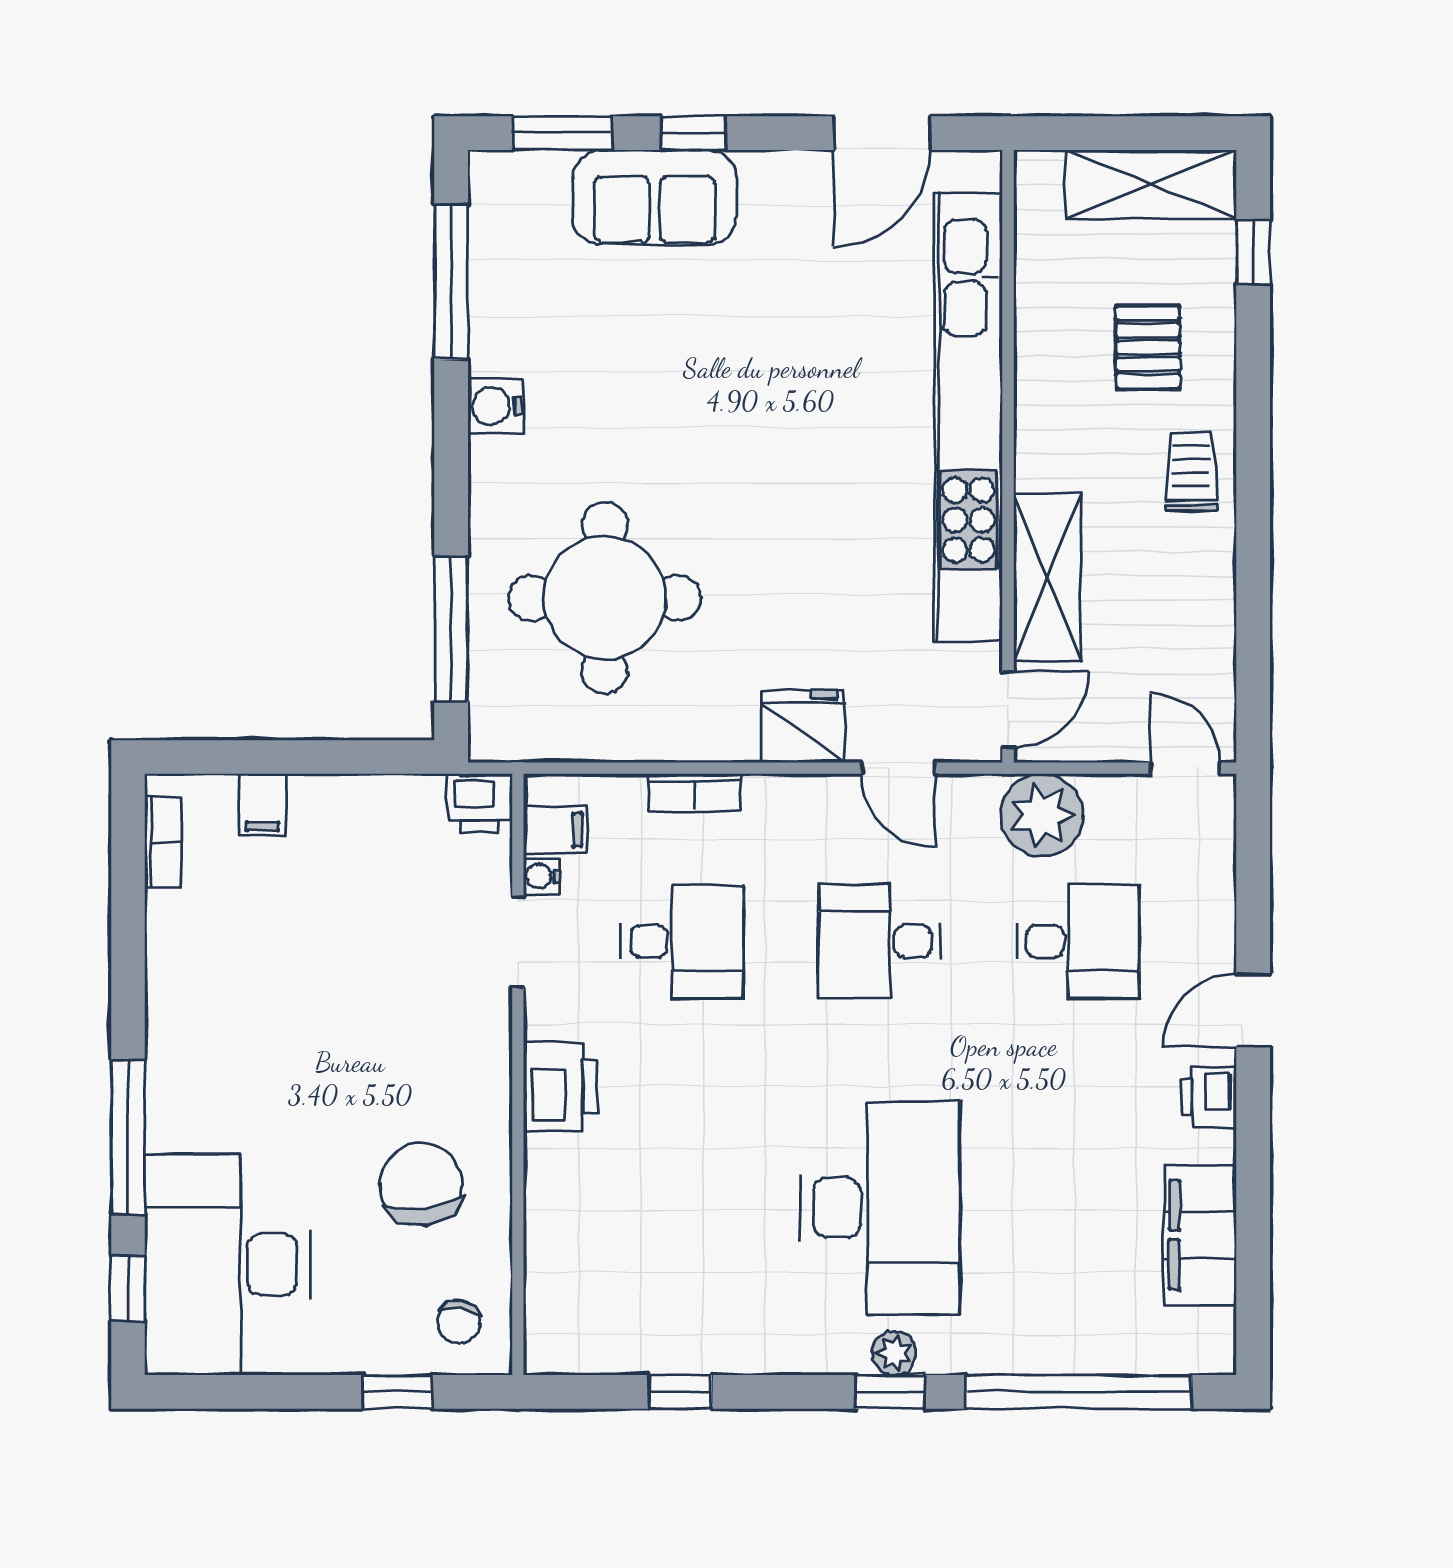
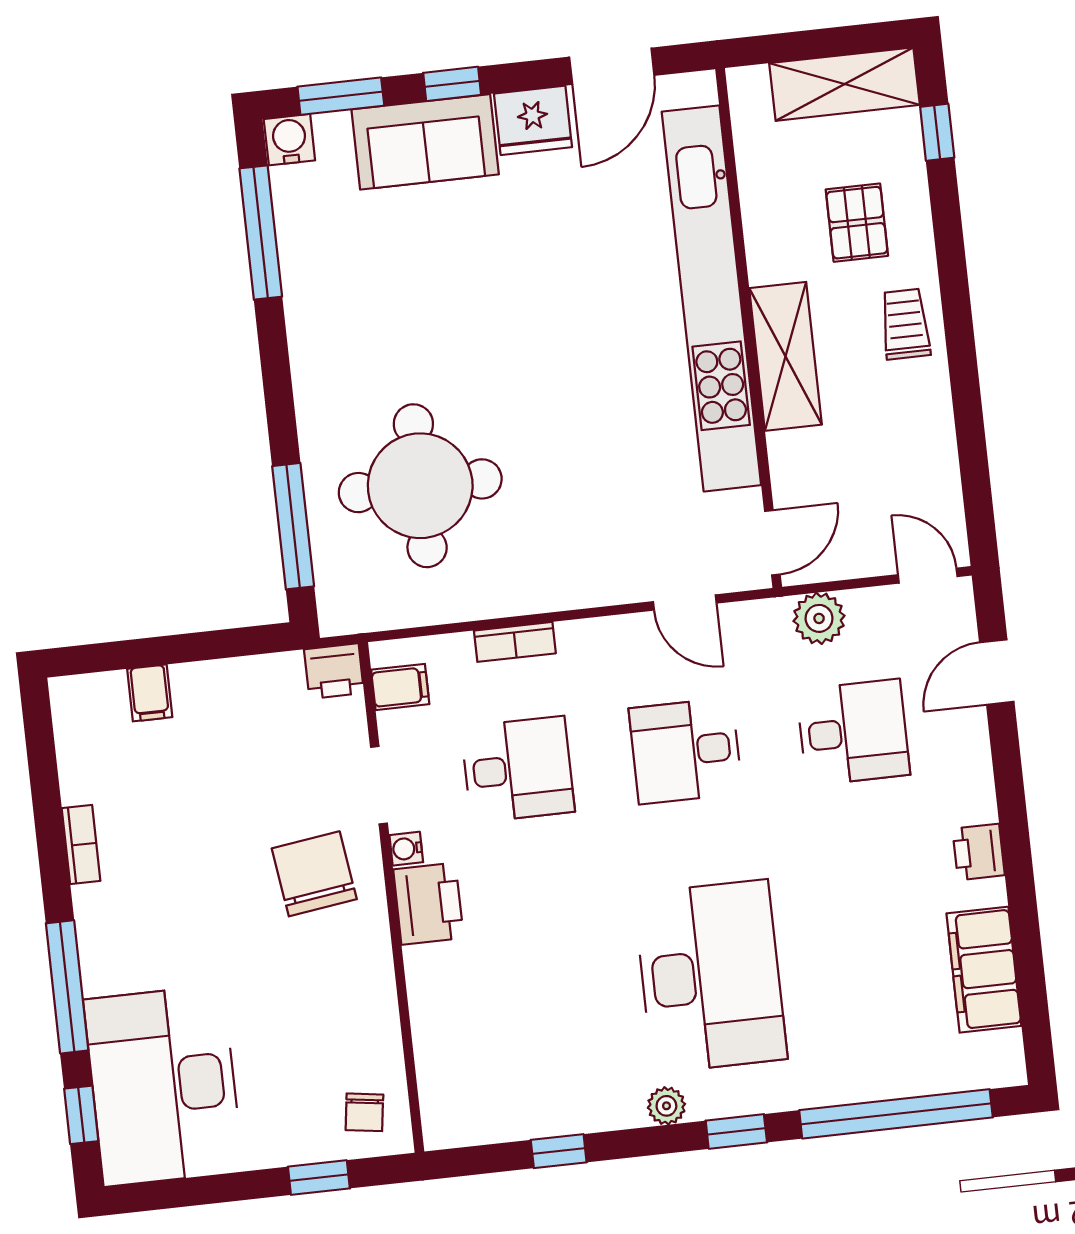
water cooler: (495, 406) -> (289, 140), moved, turned 90
shelving: (1047, 577) -> (785, 356), moved
fridge: (803, 726) -> (533, 120), moved, turned 180
plant: (1042, 815) -> (819, 618), width x0.73, depth x0.73
bookcase: (163, 842) -> (81, 844), moved
water cooler: (541, 876) -> (406, 849), moved
door: (1253, 1010) -> (997, 672), moved
chair: (421, 1184) -> (314, 874), moved
plant: (894, 1353) -> (666, 1106), moved

